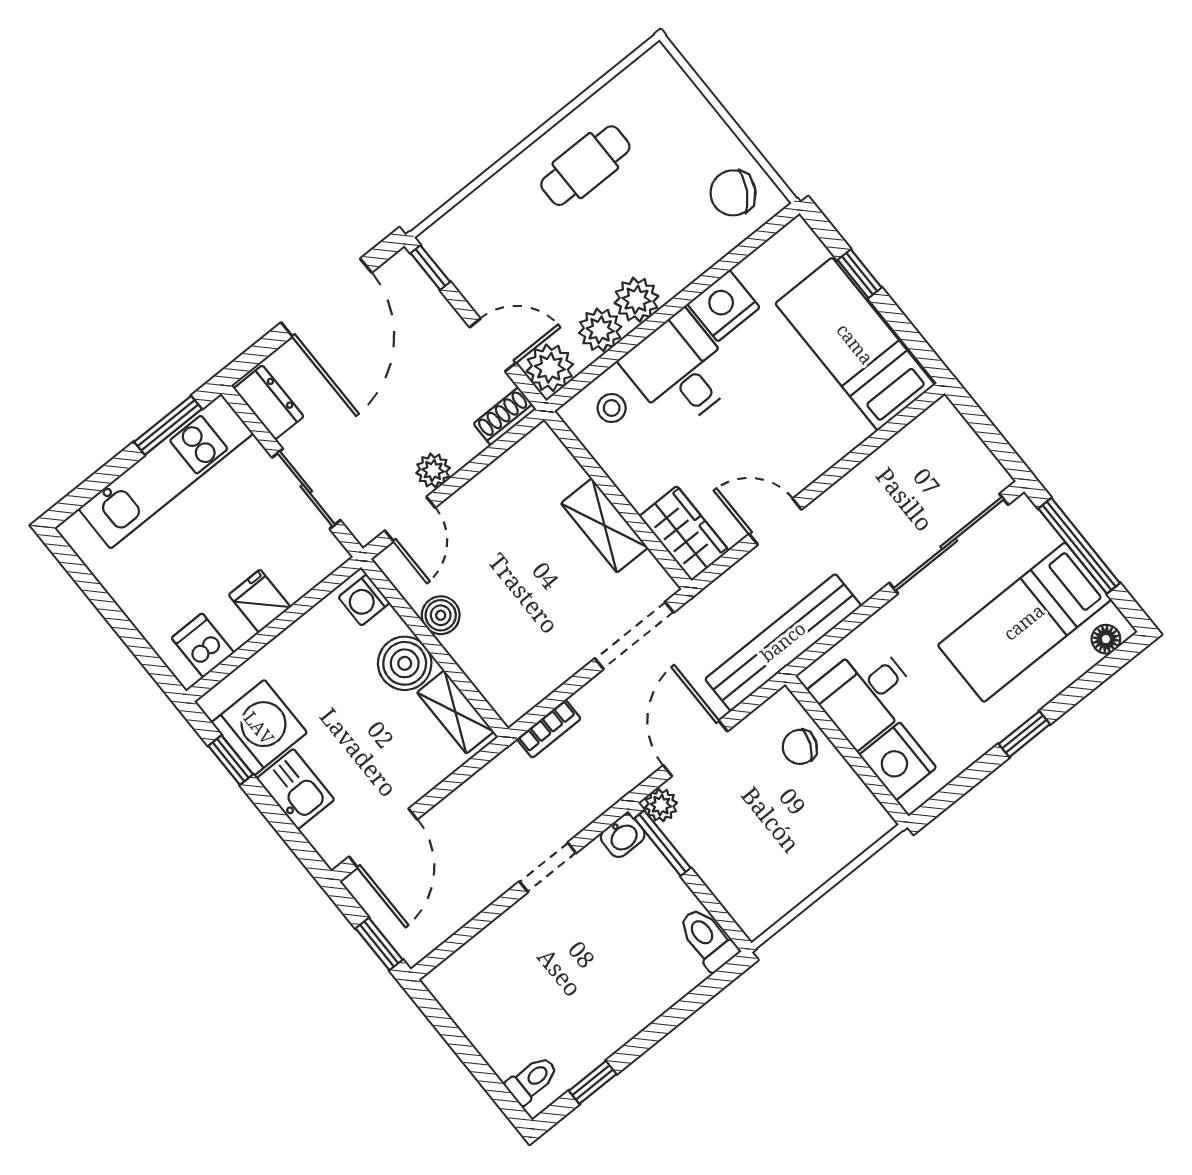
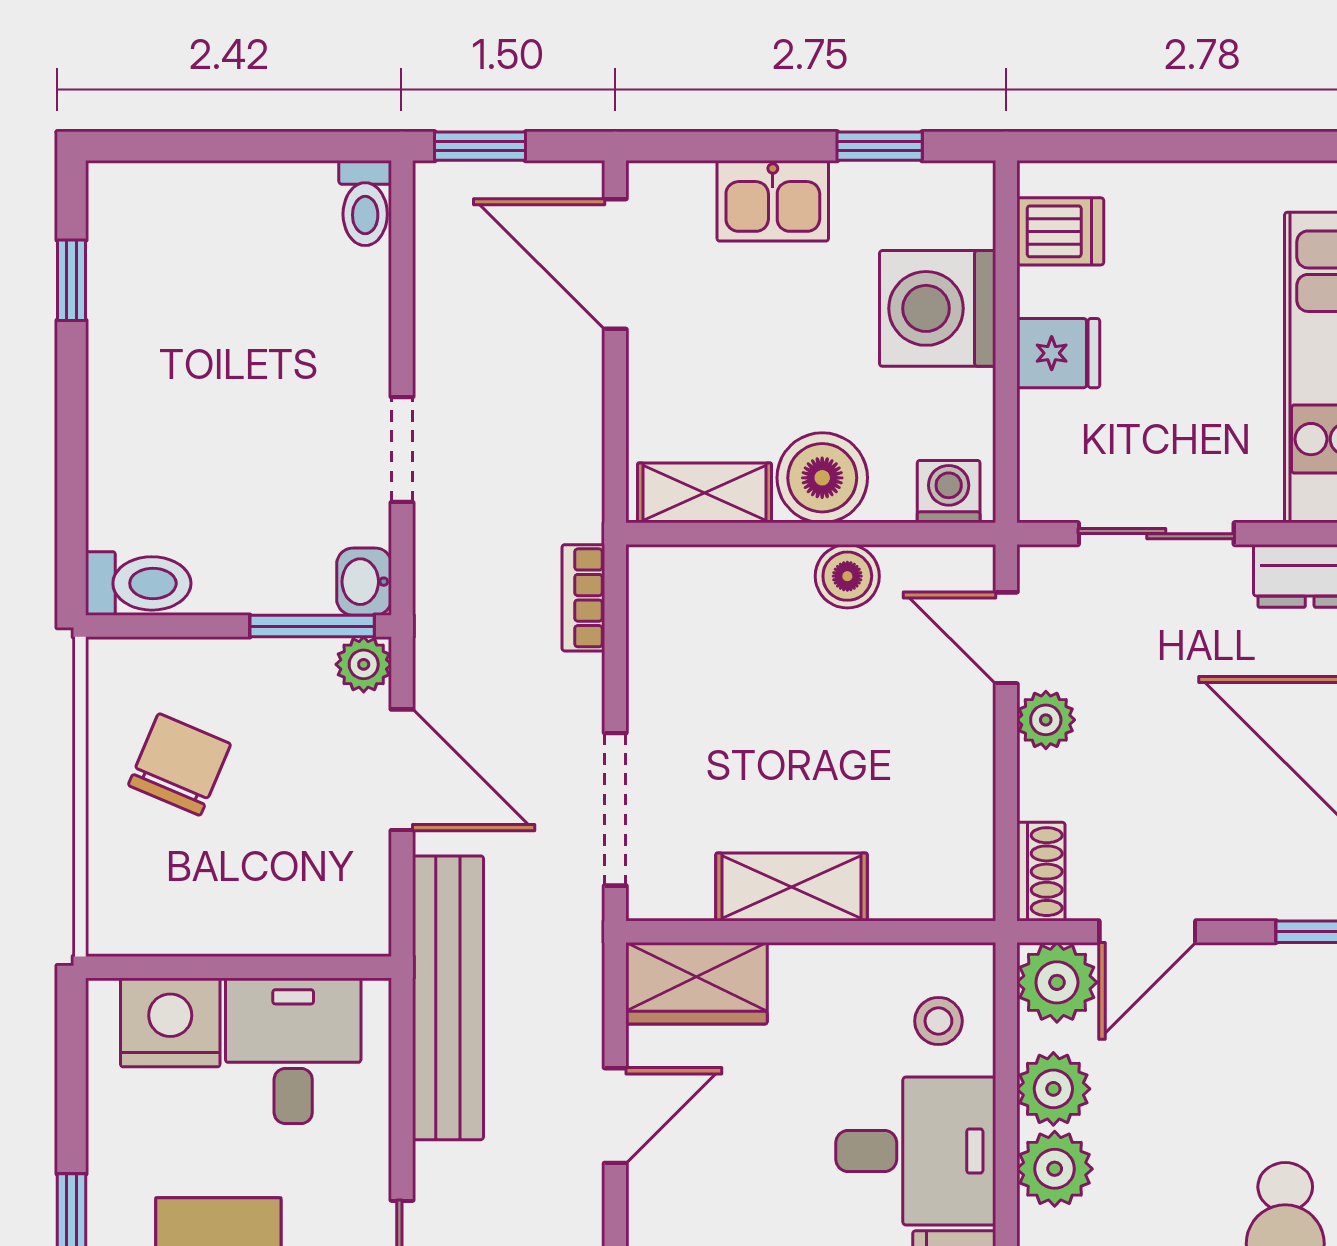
washing machine: (259, 728) -> (938, 308), moved, turned 90
chair: (800, 747) -> (179, 765), moved, width x1.37, depth x1.37
toilet: (532, 1080) -> (365, 203), moved

